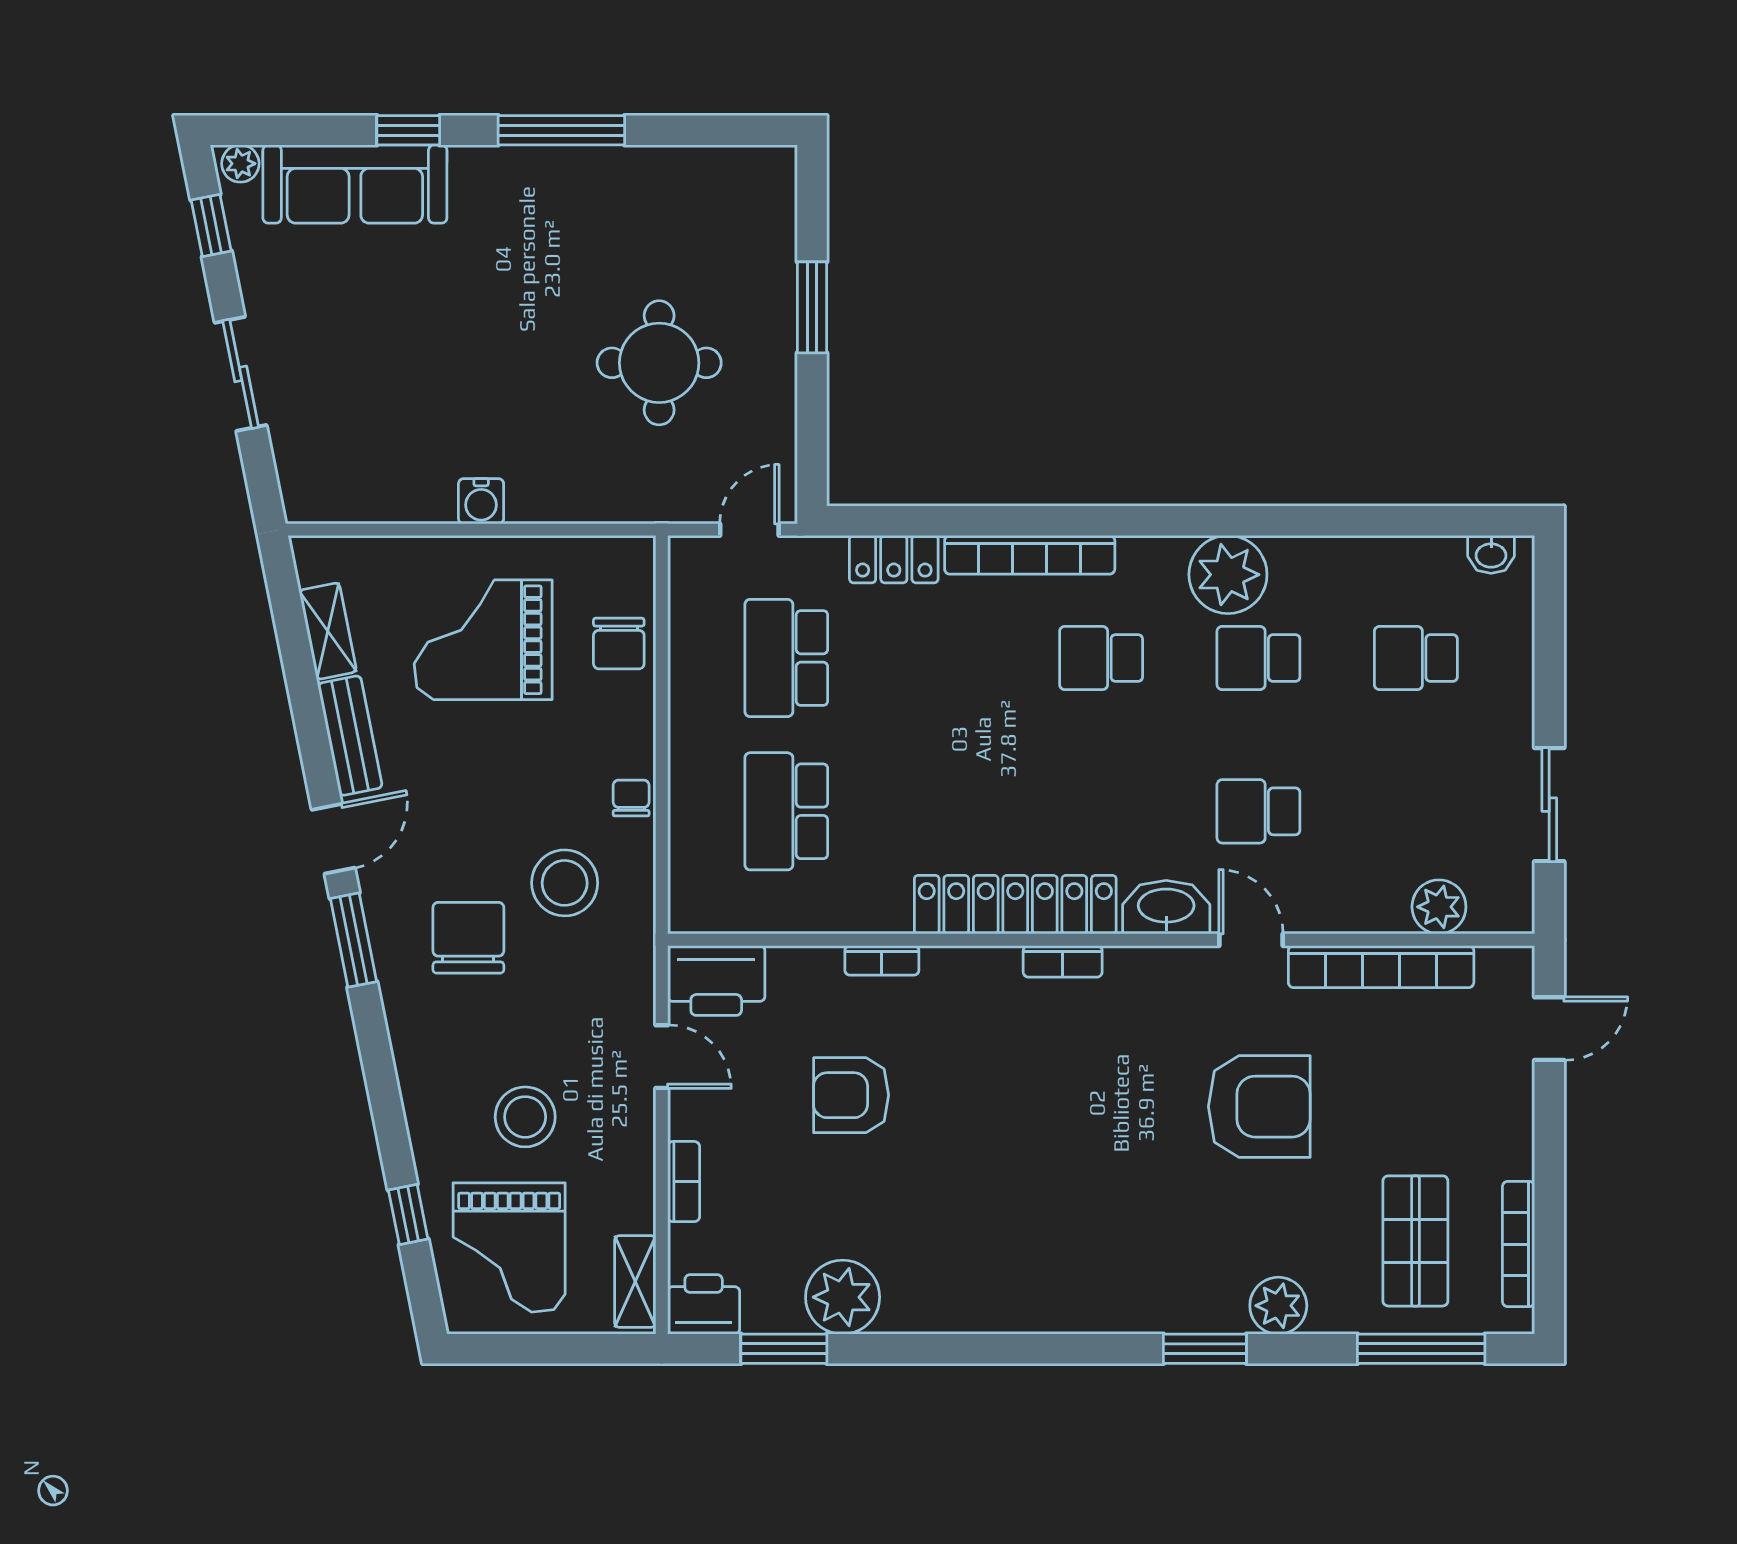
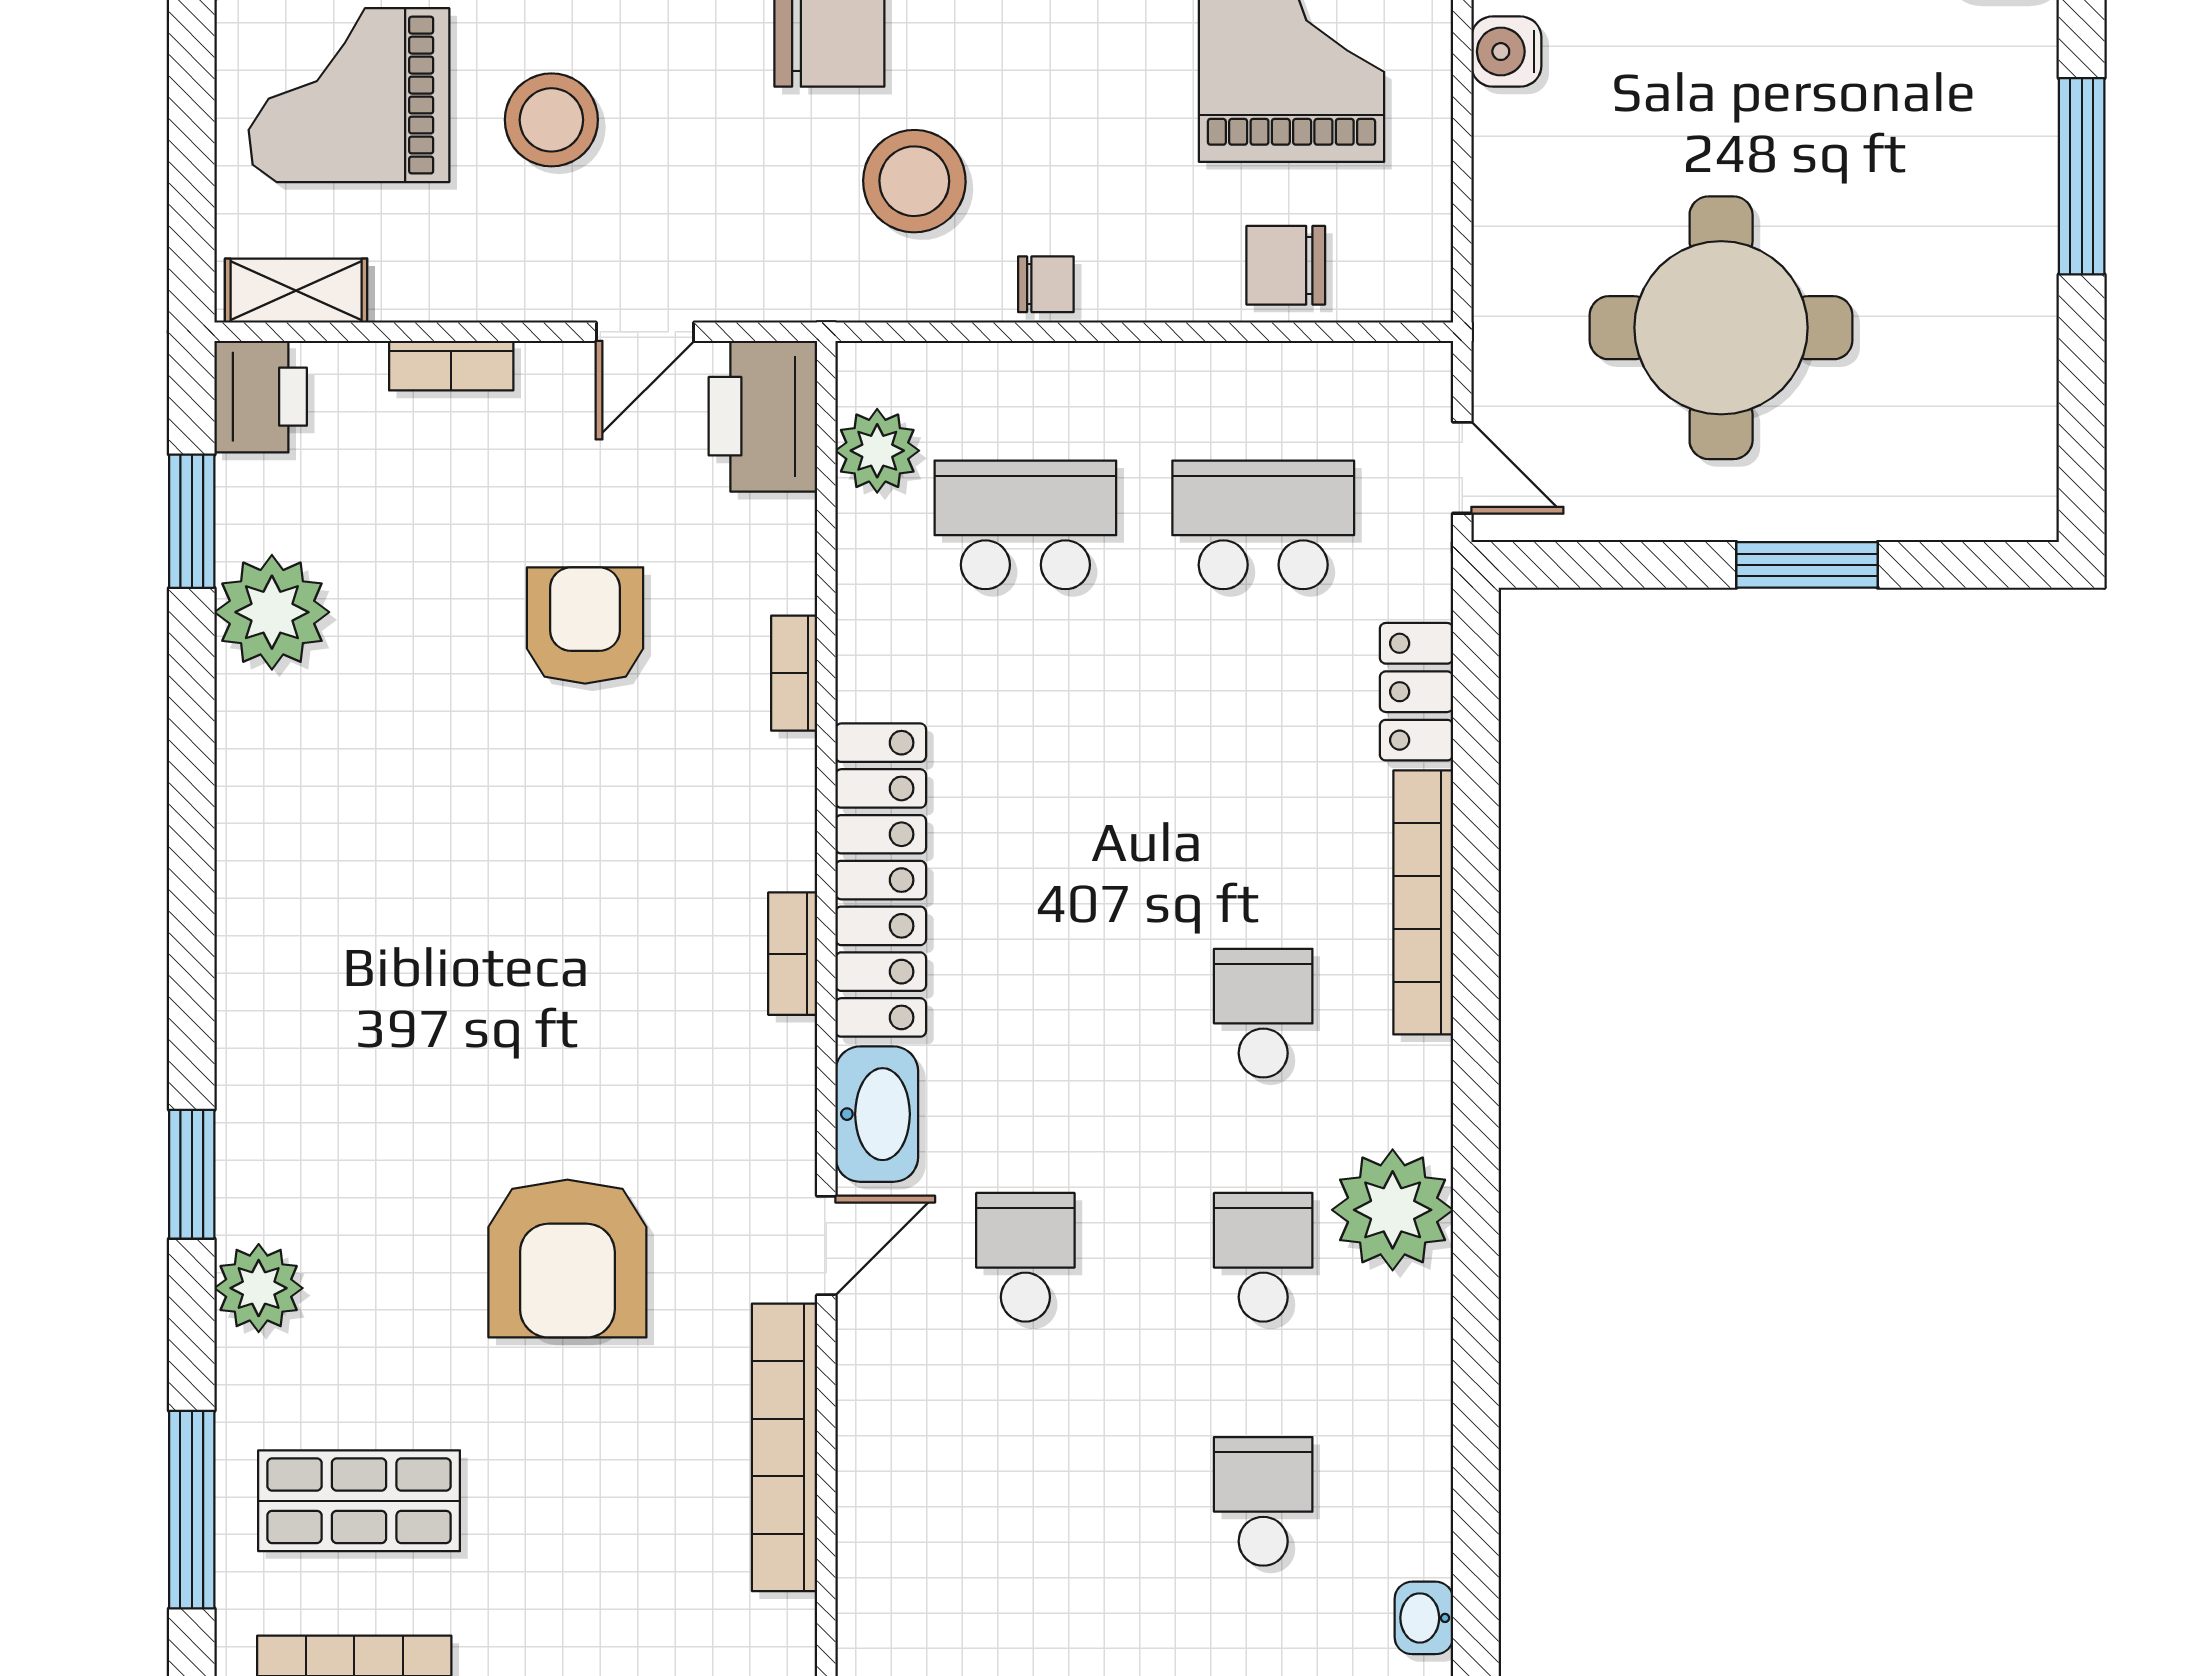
round table: (659, 363) -> (1721, 328), width x1.36, depth x1.36
plant: (1439, 907) -> (877, 451), moved

